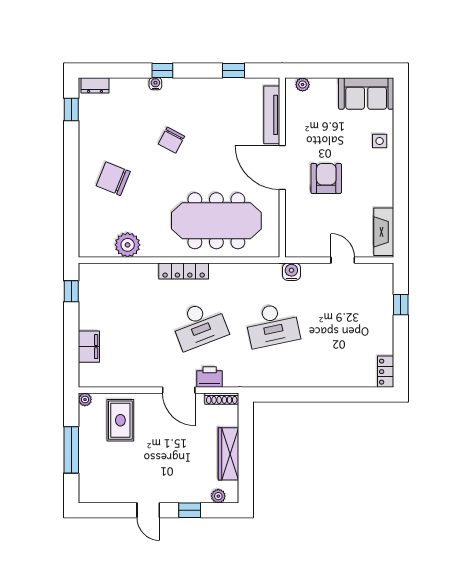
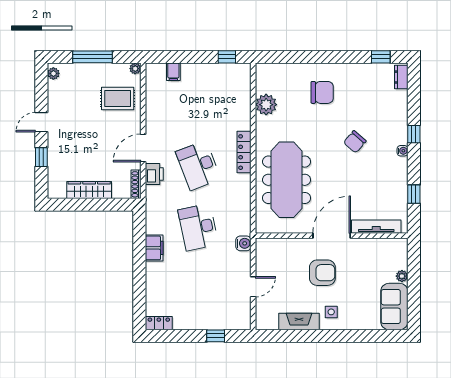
water cooler: (155, 84) -> (403, 151), moved
plant: (303, 85) -> (402, 276), moved
chair: (171, 140) -> (355, 142), turned -77
side table: (380, 141) -> (331, 312), moved
chair: (113, 179) -> (322, 92), turned 68
fireplace: (384, 232) -> (299, 321), moved
filing cabinet: (89, 347) -> (173, 72), width x0.50
filing cabinet: (297, 377) -> (154, 248), added
plant: (218, 496) -> (53, 73), moved

